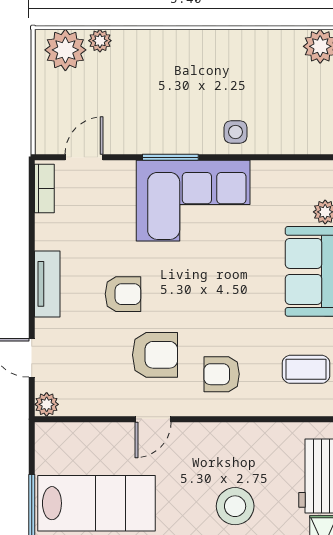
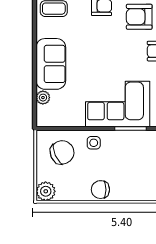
chair: (224, 49) -> (100, 190), added
chair: (291, 115) -> (62, 152), added

